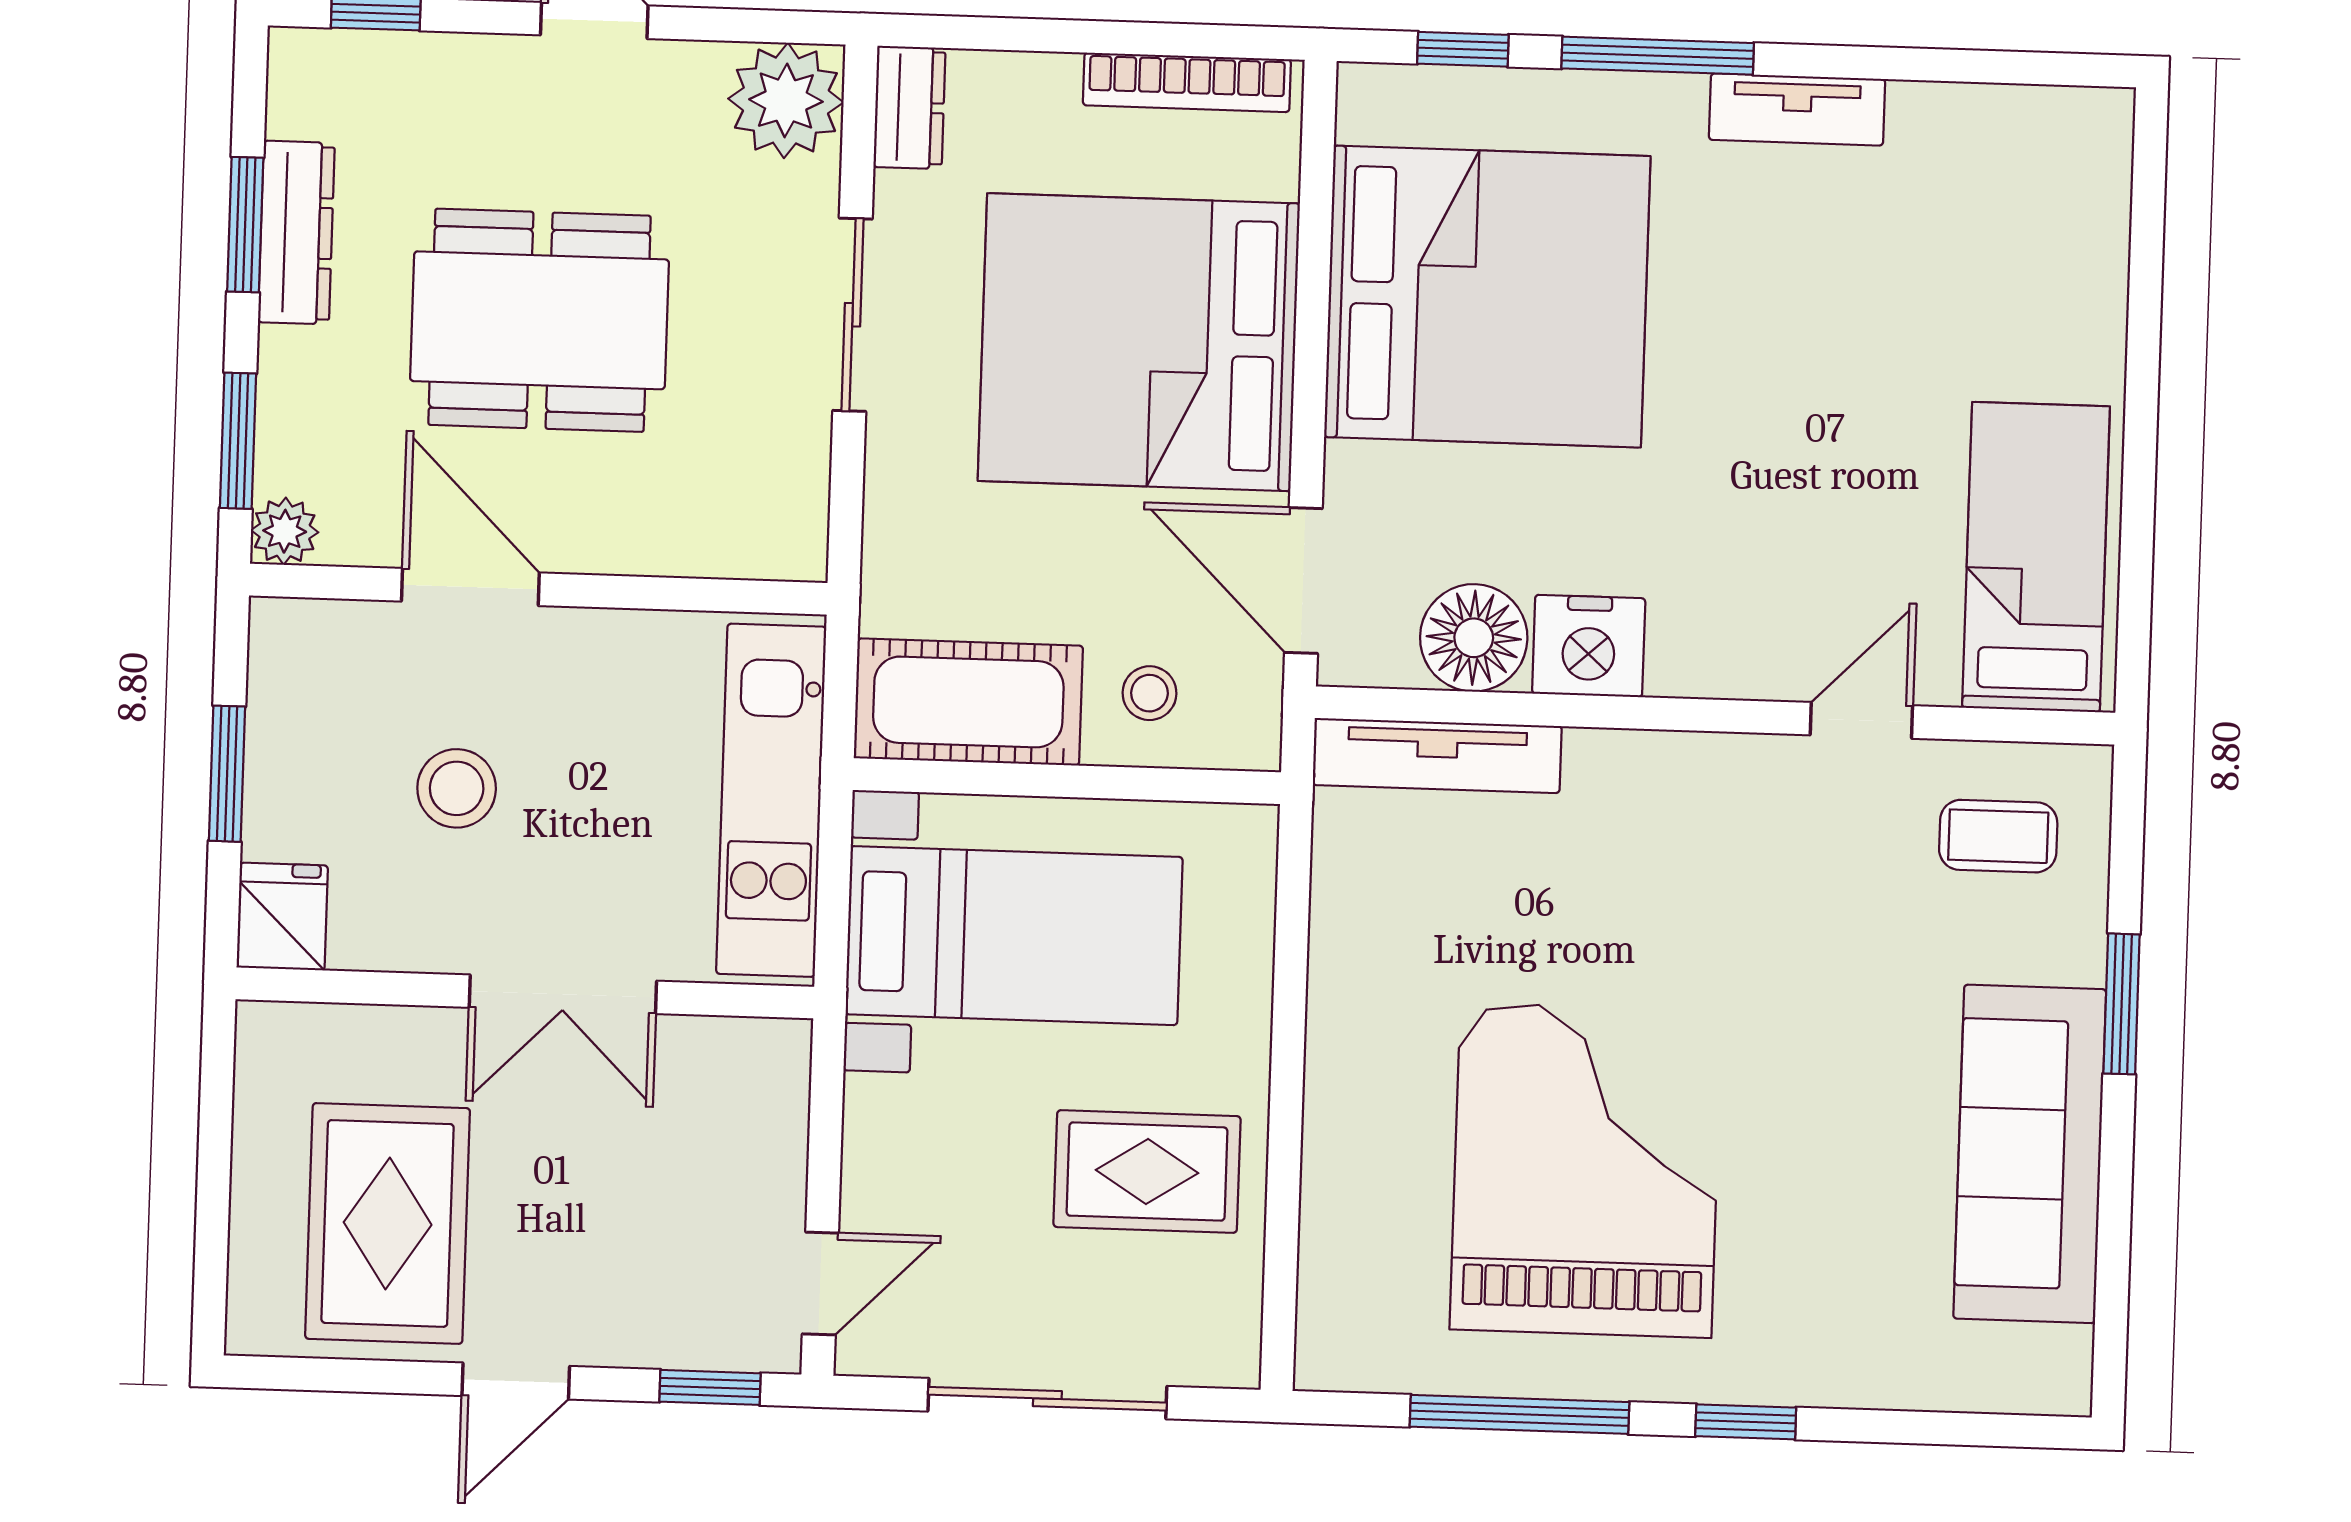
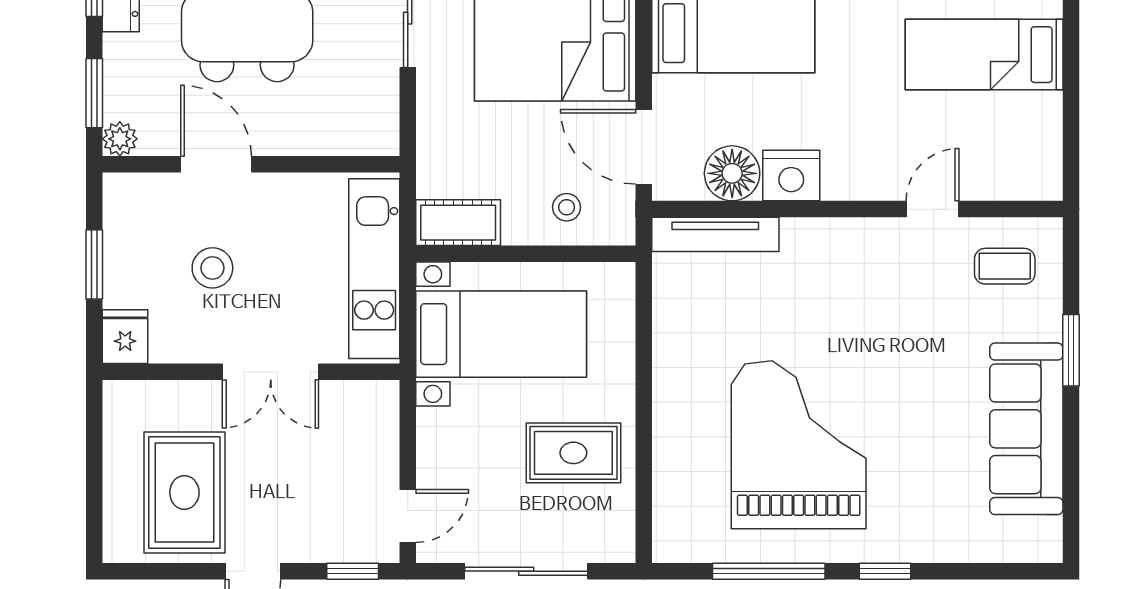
bed: (2036, 557) -> (984, 55), moved, turned -90
cot: (968, 702) -> (458, 223), width x0.73, depth x0.75

